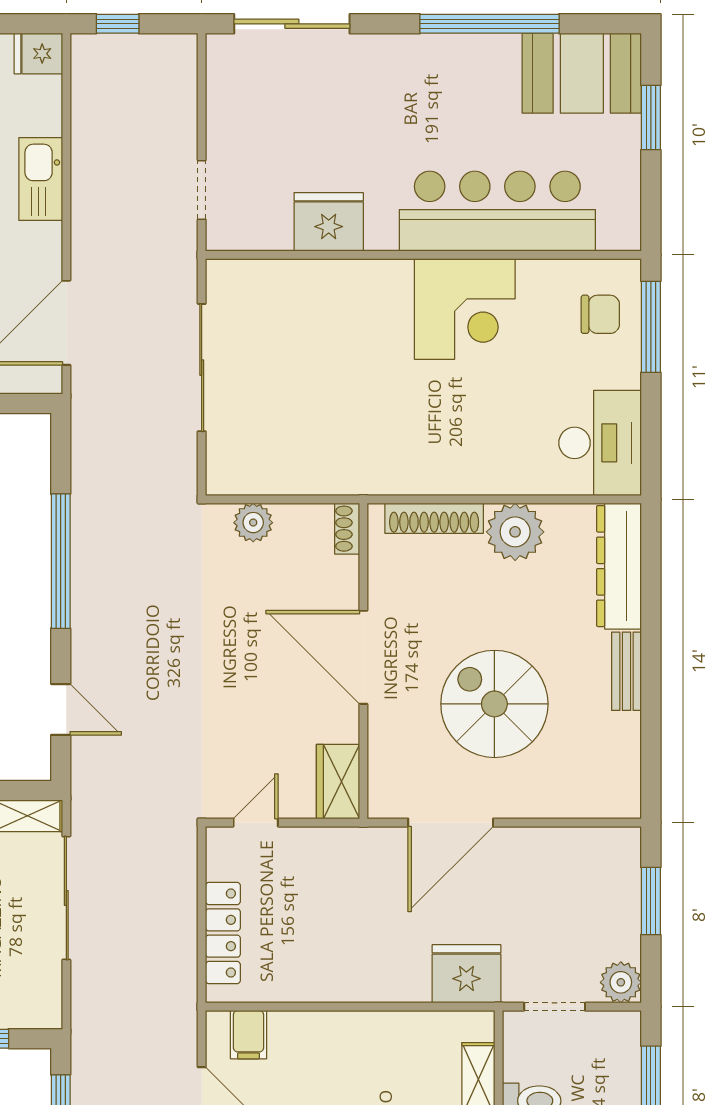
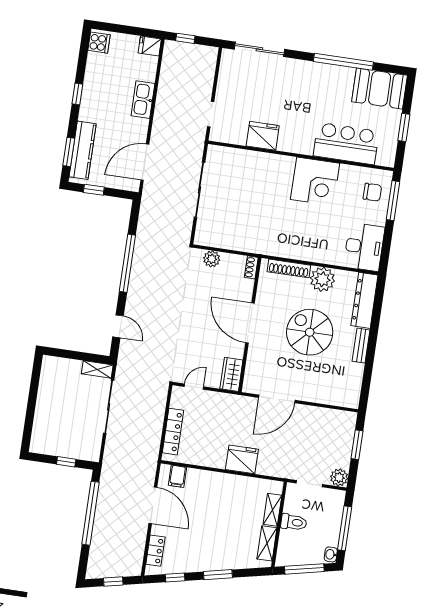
window: (651, 118) -> (404, 127), moved
bar counter: (497, 211) -> (346, 144), width x0.73
spiral stairs: (494, 704) -> (310, 332), moved
fridge: (466, 974) -> (242, 459), moved

